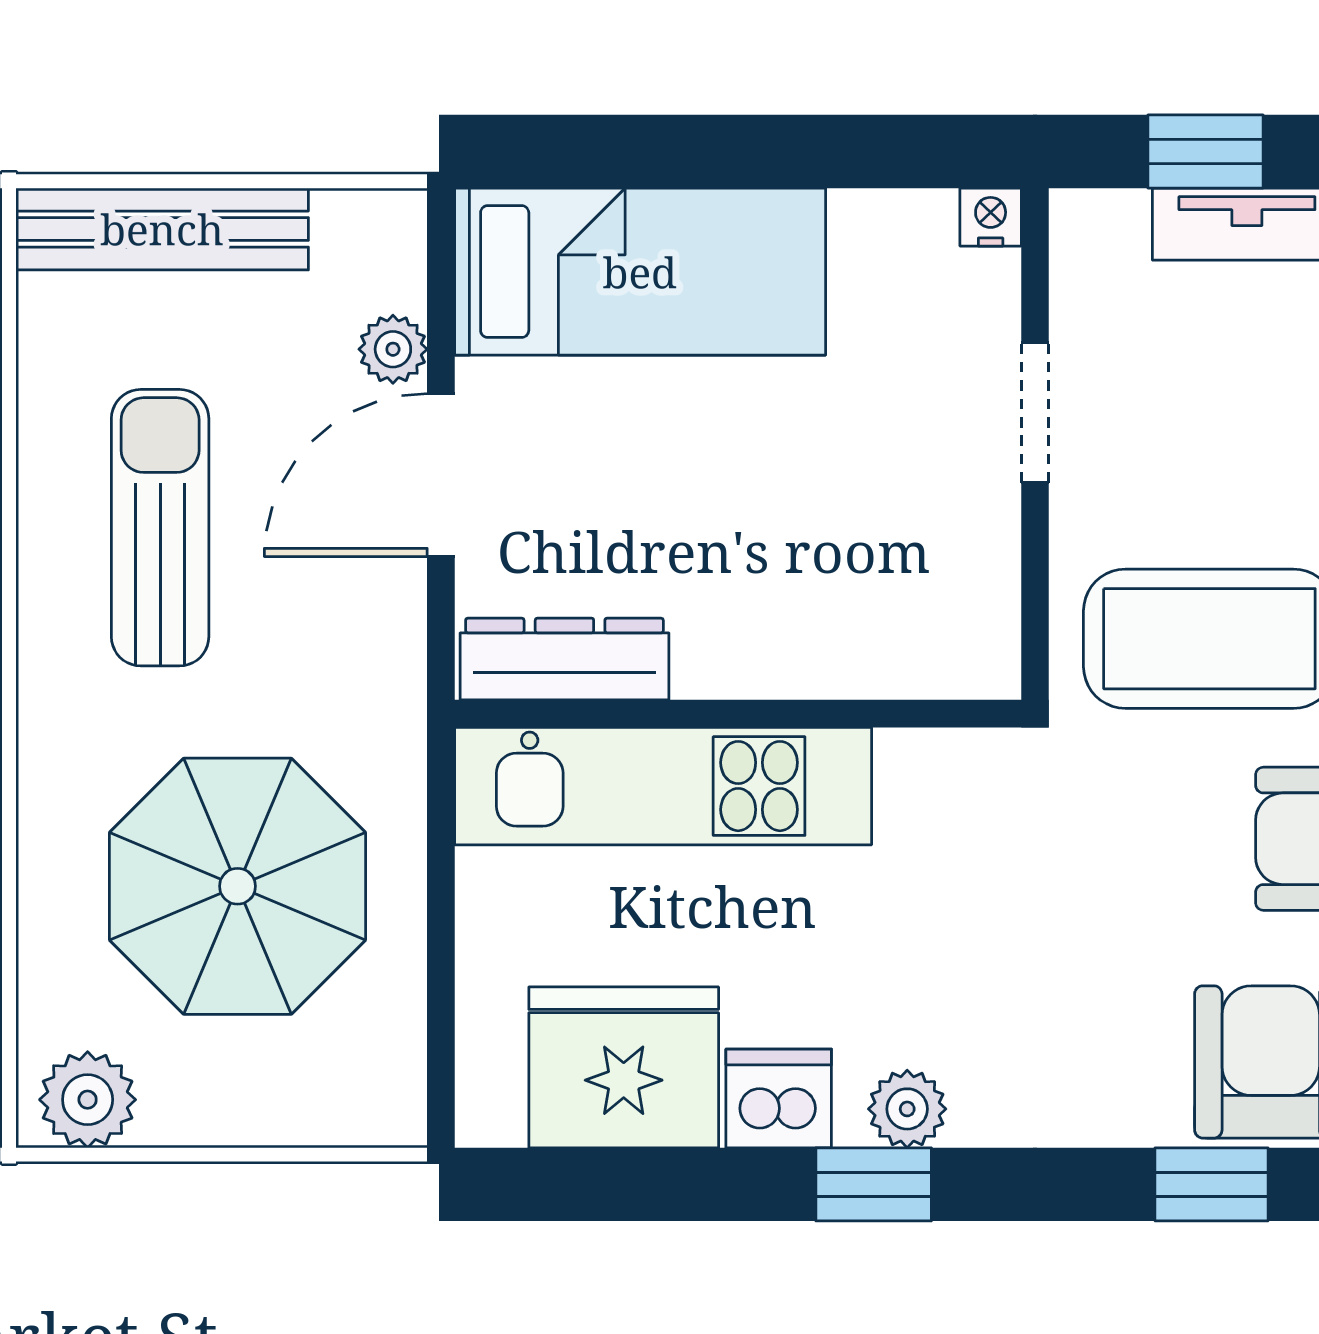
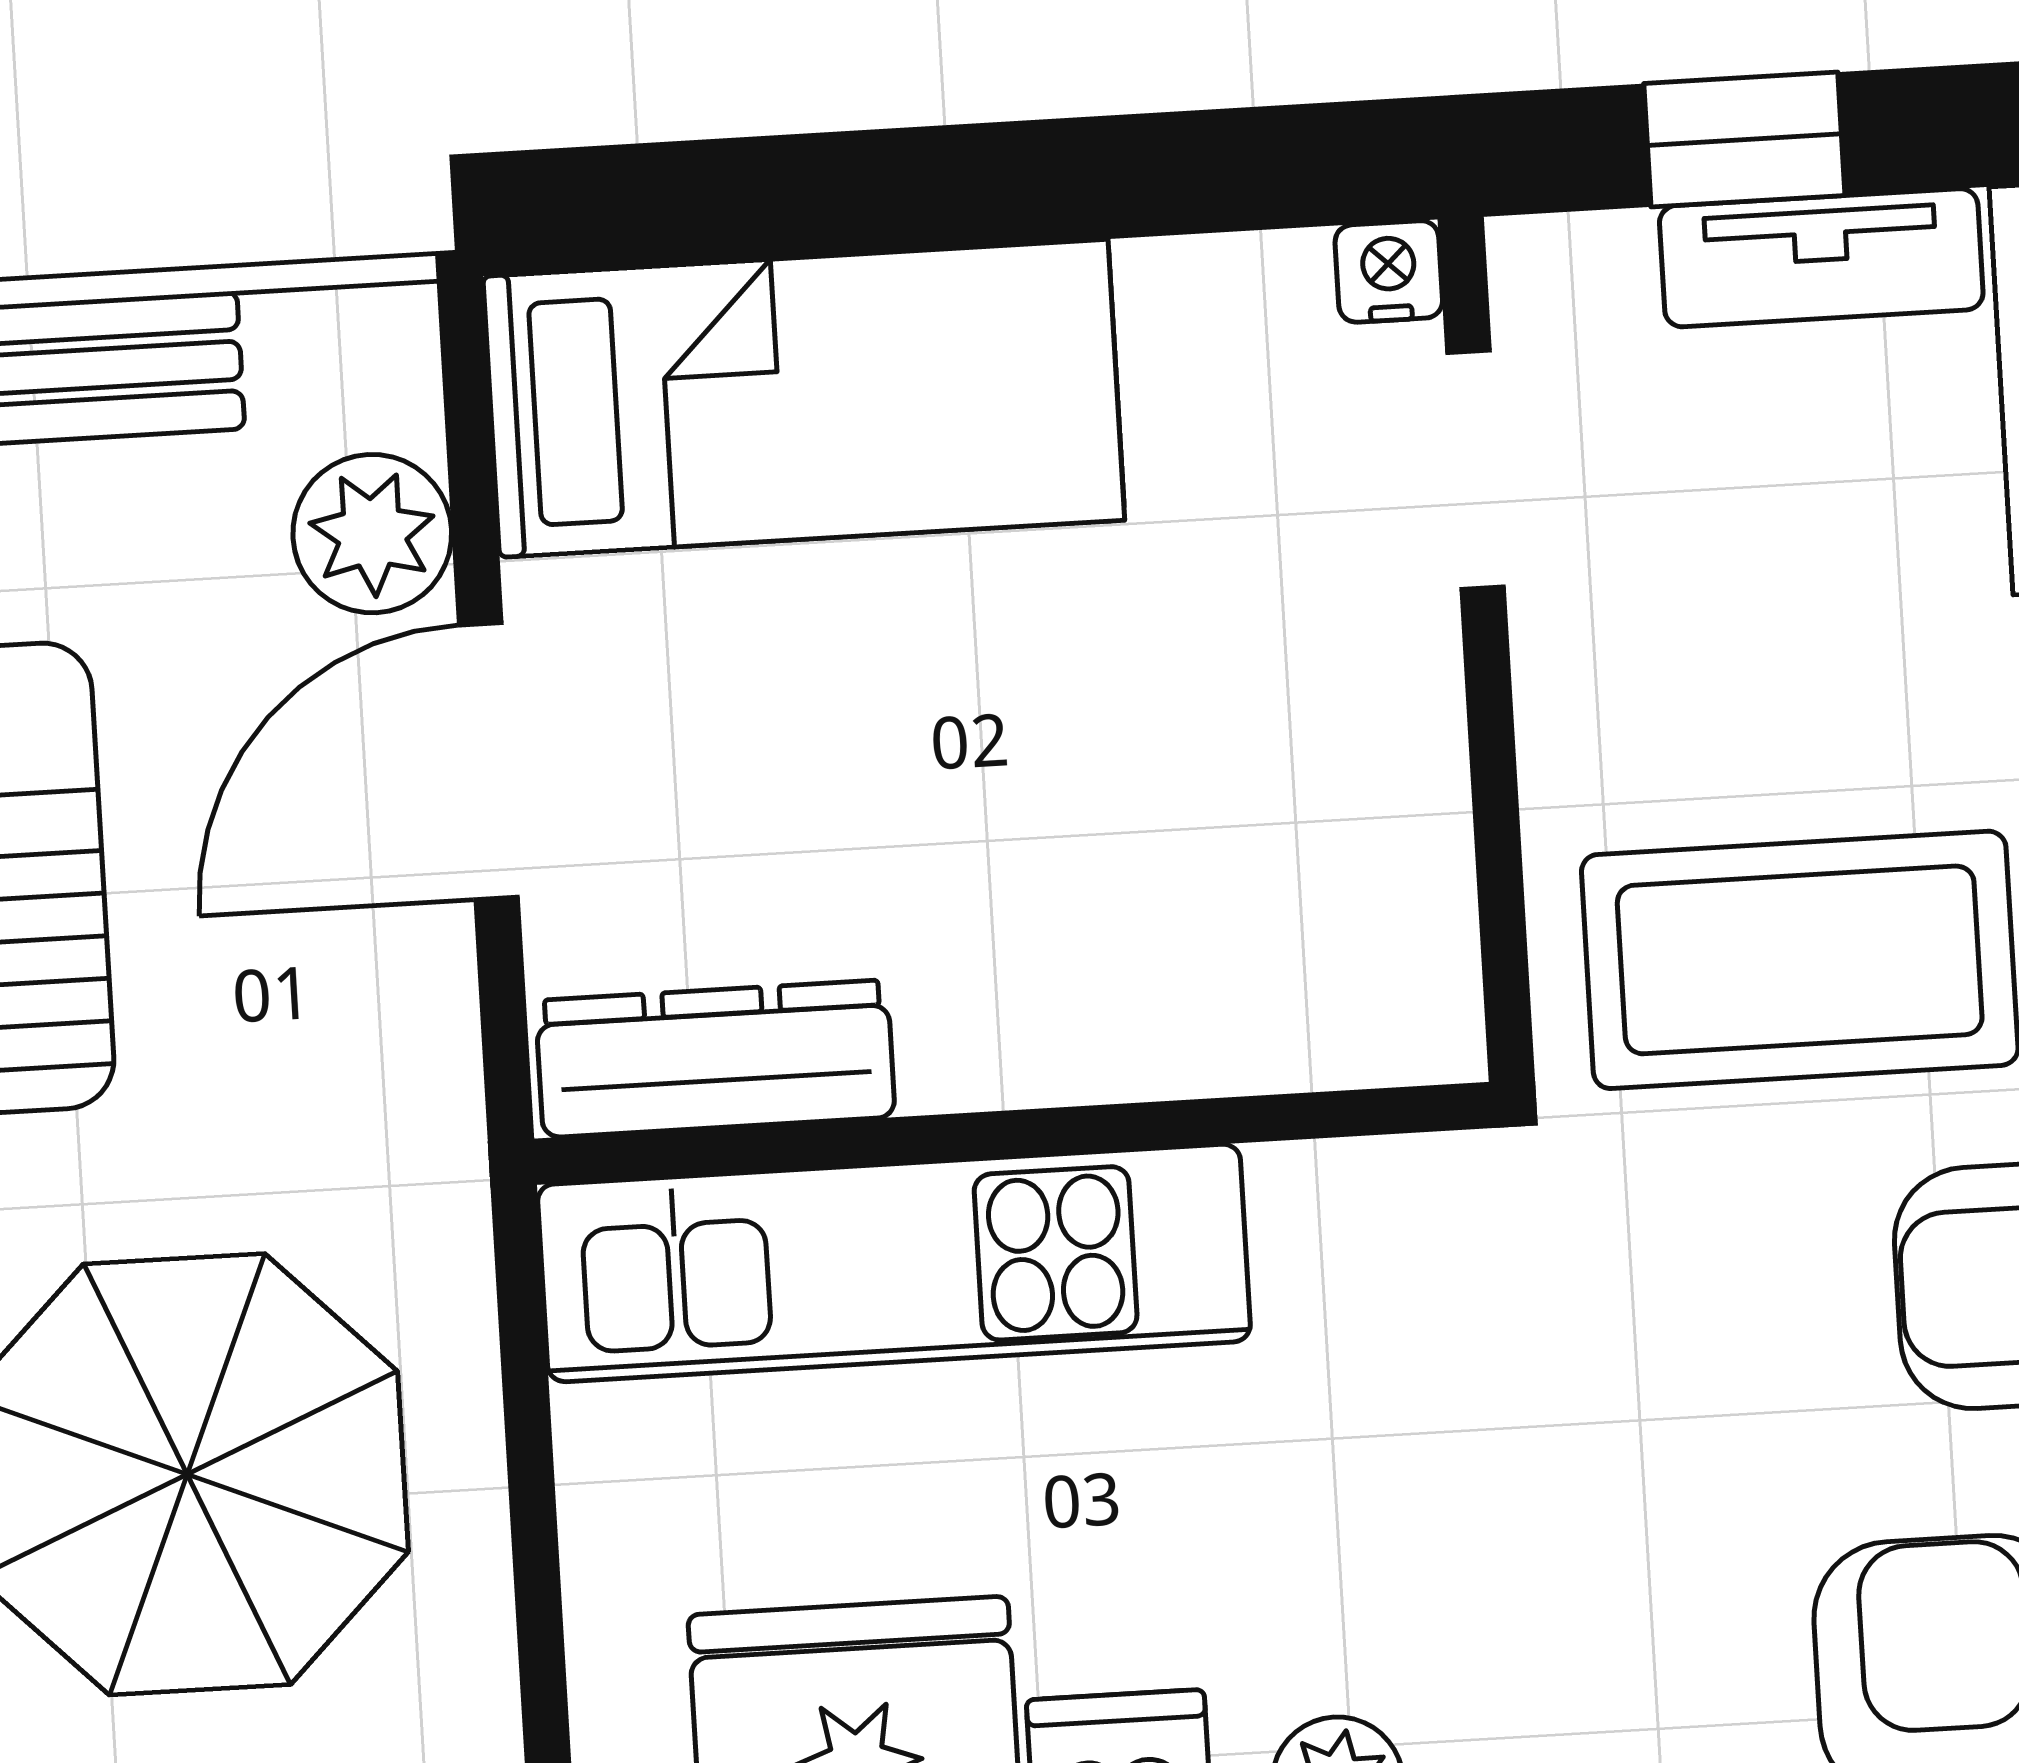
plant: (393, 349) -> (372, 534), width x1.38, depth x1.38
doorway: (1035, 412) -> (1476, 470), moved

